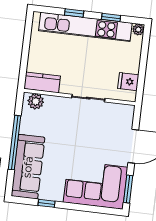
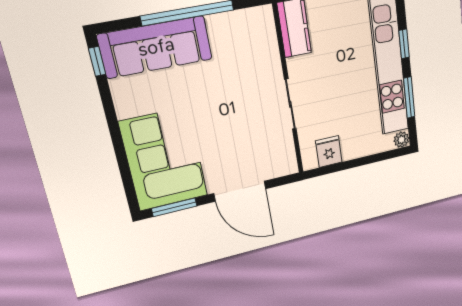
window: (111, 17) -> (409, 98), width x1.50
plant: (36, 101) -> (263, 27), removed
window: (47, 203) -> (97, 61), moved

